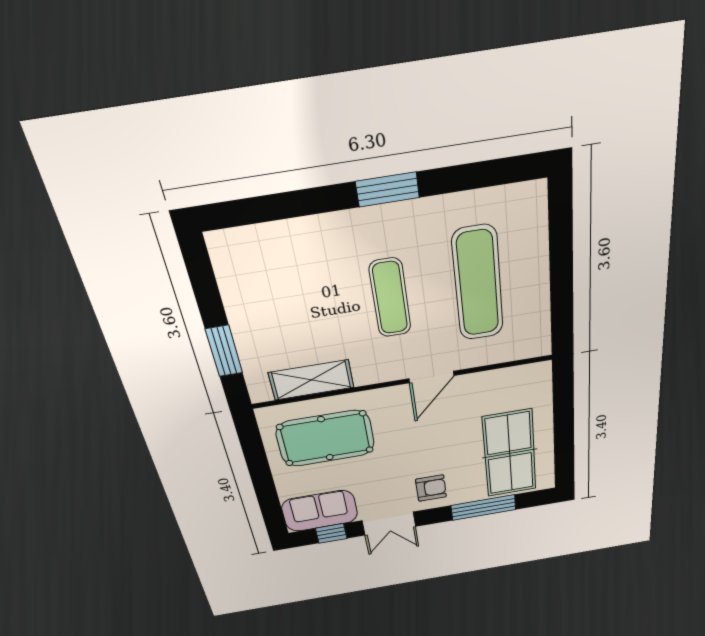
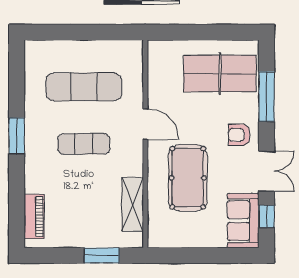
piano: (259, 240) -> (34, 216), added
pool table: (325, 438) -> (188, 178), moved
armchair: (431, 488) -> (239, 135), turned -90

